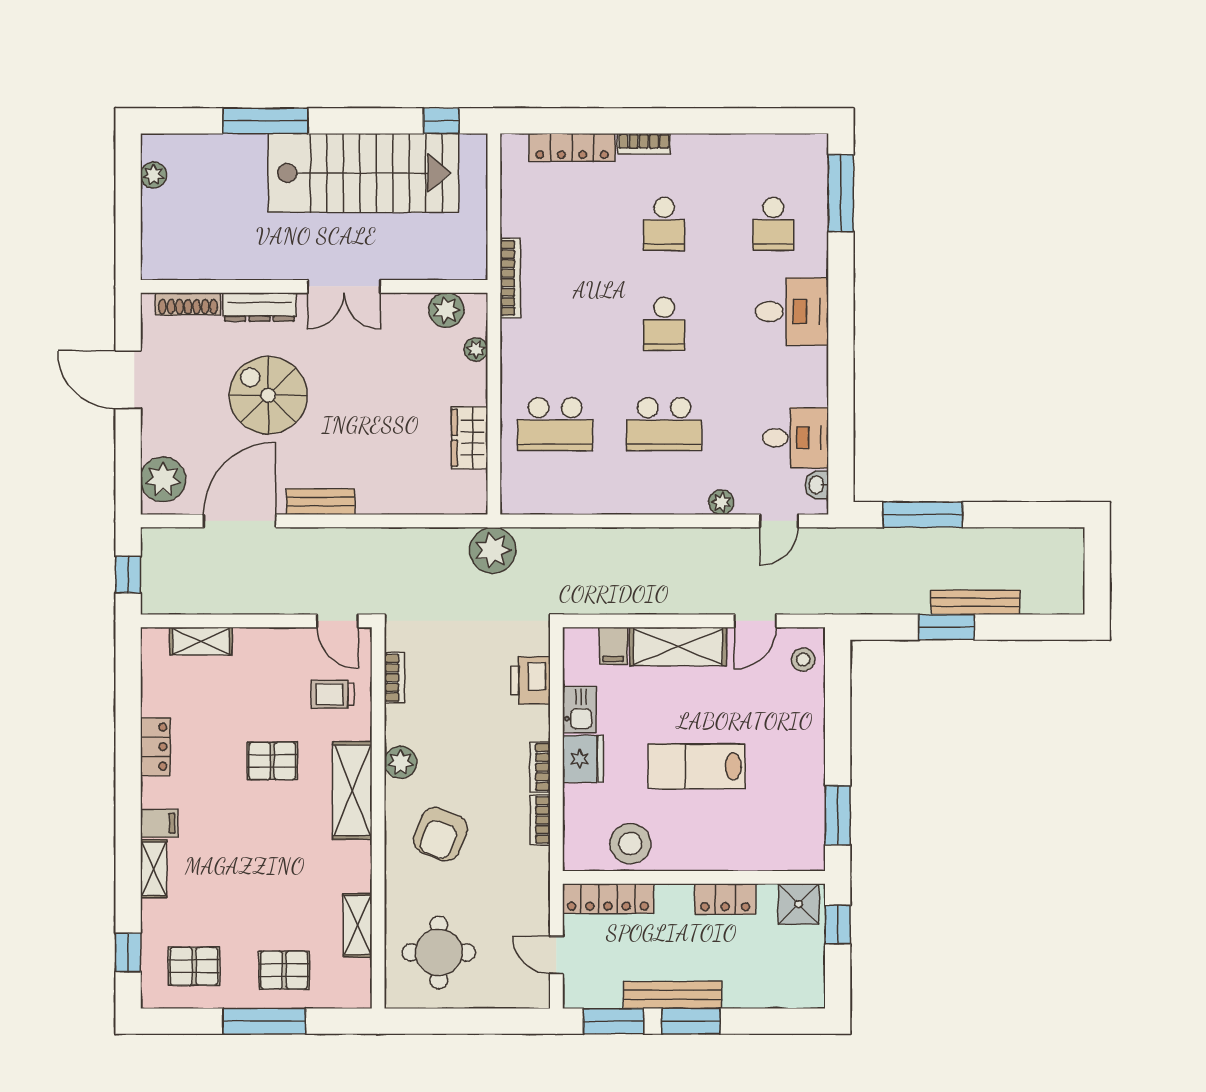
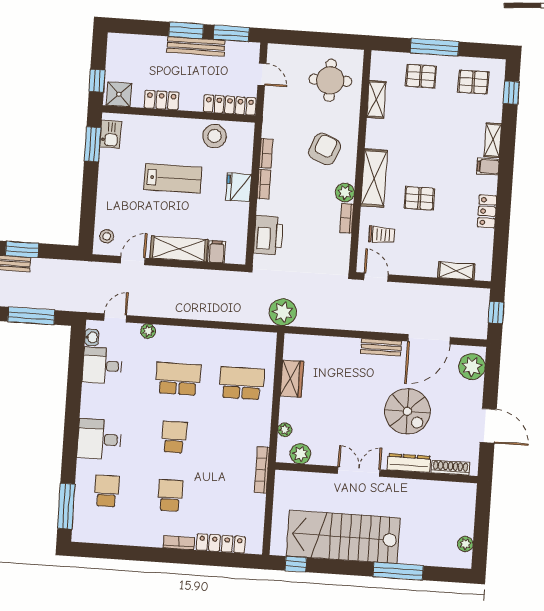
bookcase: (394, 678) -> (347, 218), moved
printer: (531, 680) -> (268, 235), width x1.37, depth x1.19
kitchen sink: (579, 709) -> (111, 134), moved, turned 180

